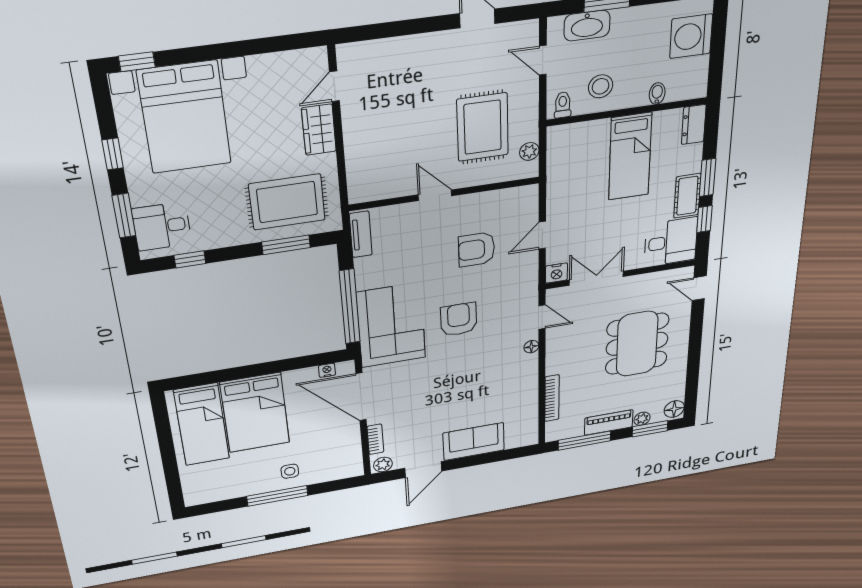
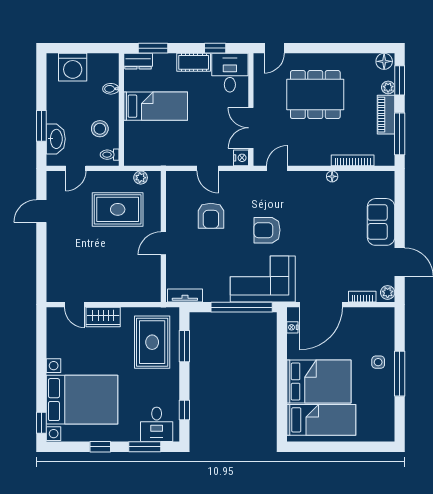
window: (708, 178) -> (153, 48), moved
floor lamp: (531, 347) -> (332, 176), moved

